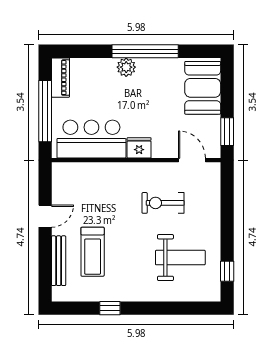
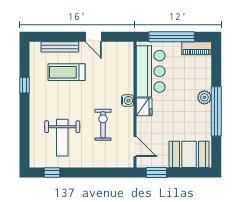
door: (192, 160) -> (135, 146), hinge flipped
water cooler: (130, 170) -> (128, 100), added

